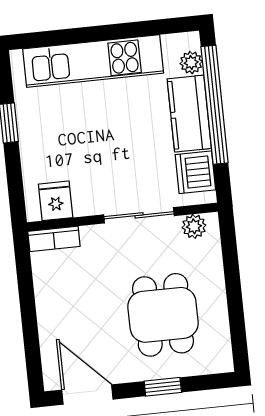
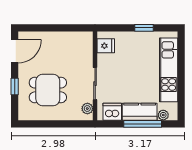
window: (214, 105) -> (143, 124), width x0.68
bookcase: (54, 239) -> (88, 43), removed

